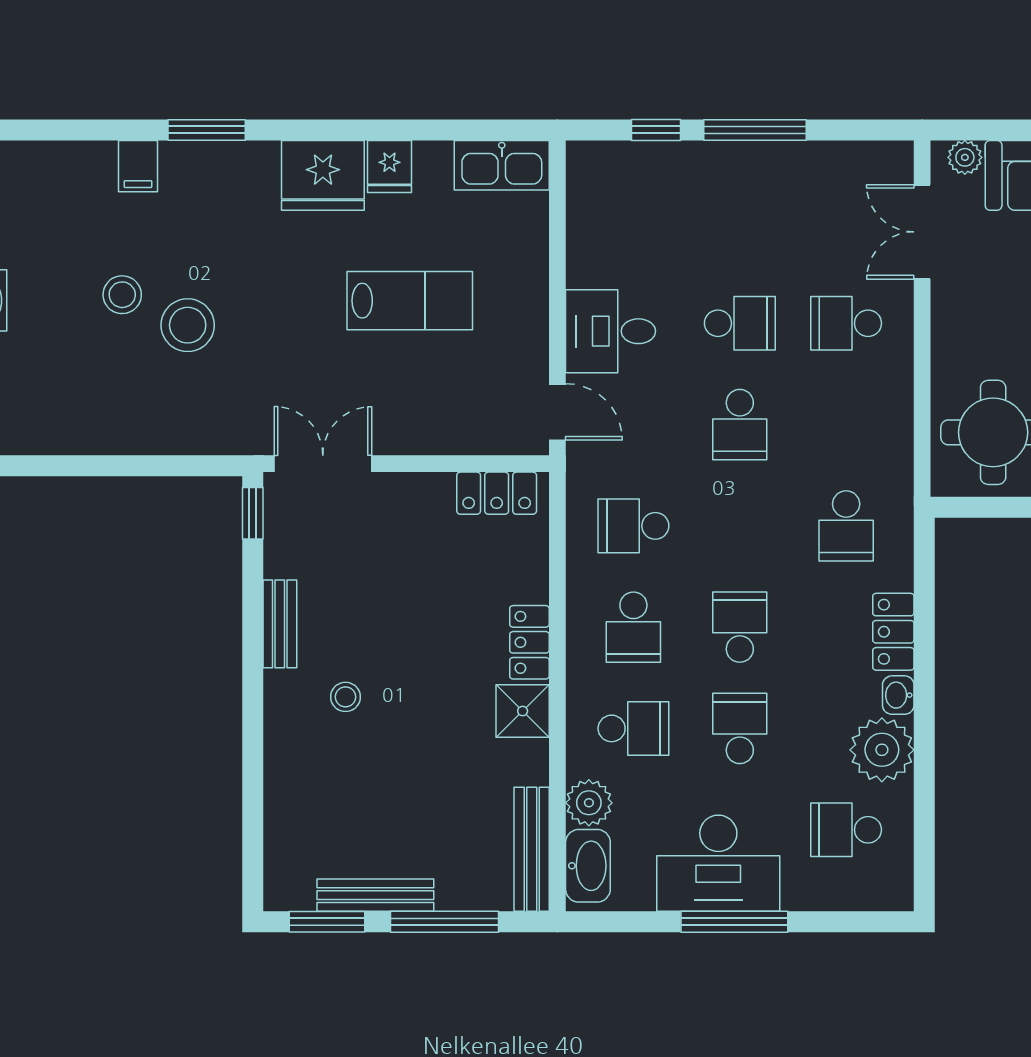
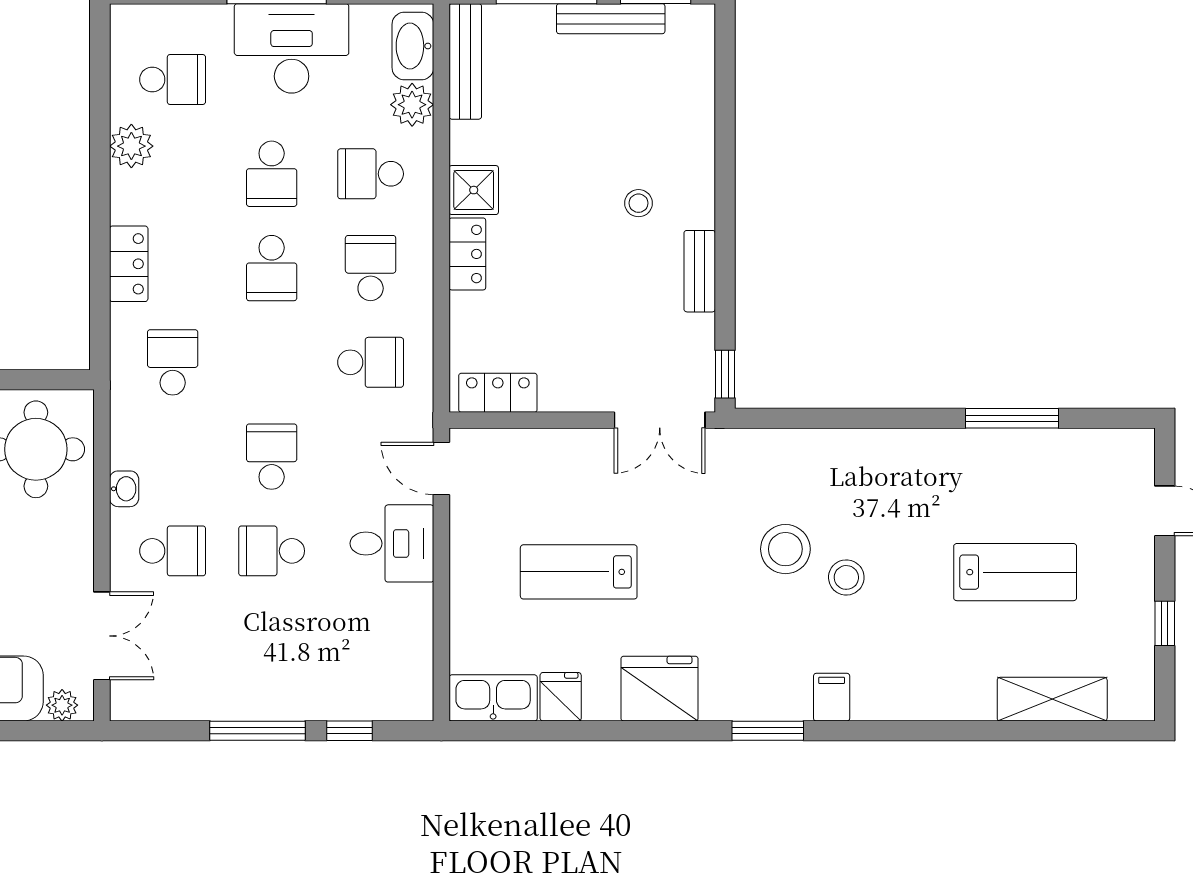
fridge: (389, 166) -> (561, 697), moved
washbasin: (898, 695) -> (124, 489), moved
plant: (882, 750) -> (131, 146), width x0.73, depth x0.73

